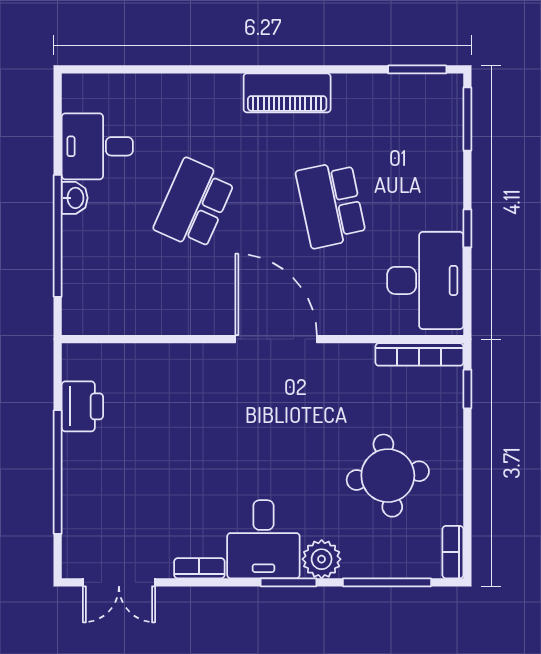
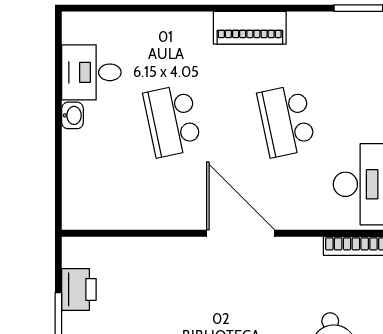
school desk: (194, 204) -> (172, 121), turned -36
window: (58, 236) -> (58, 147), removed

